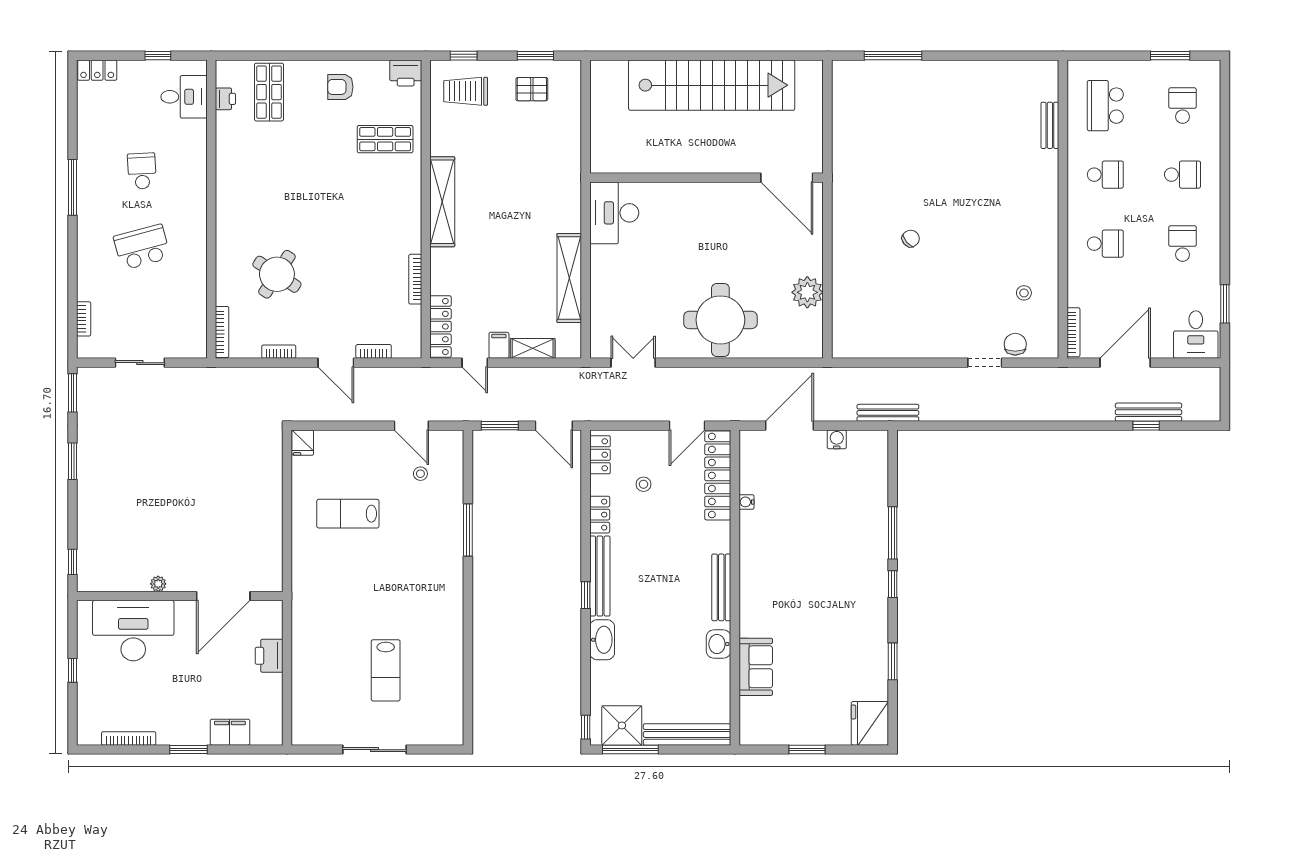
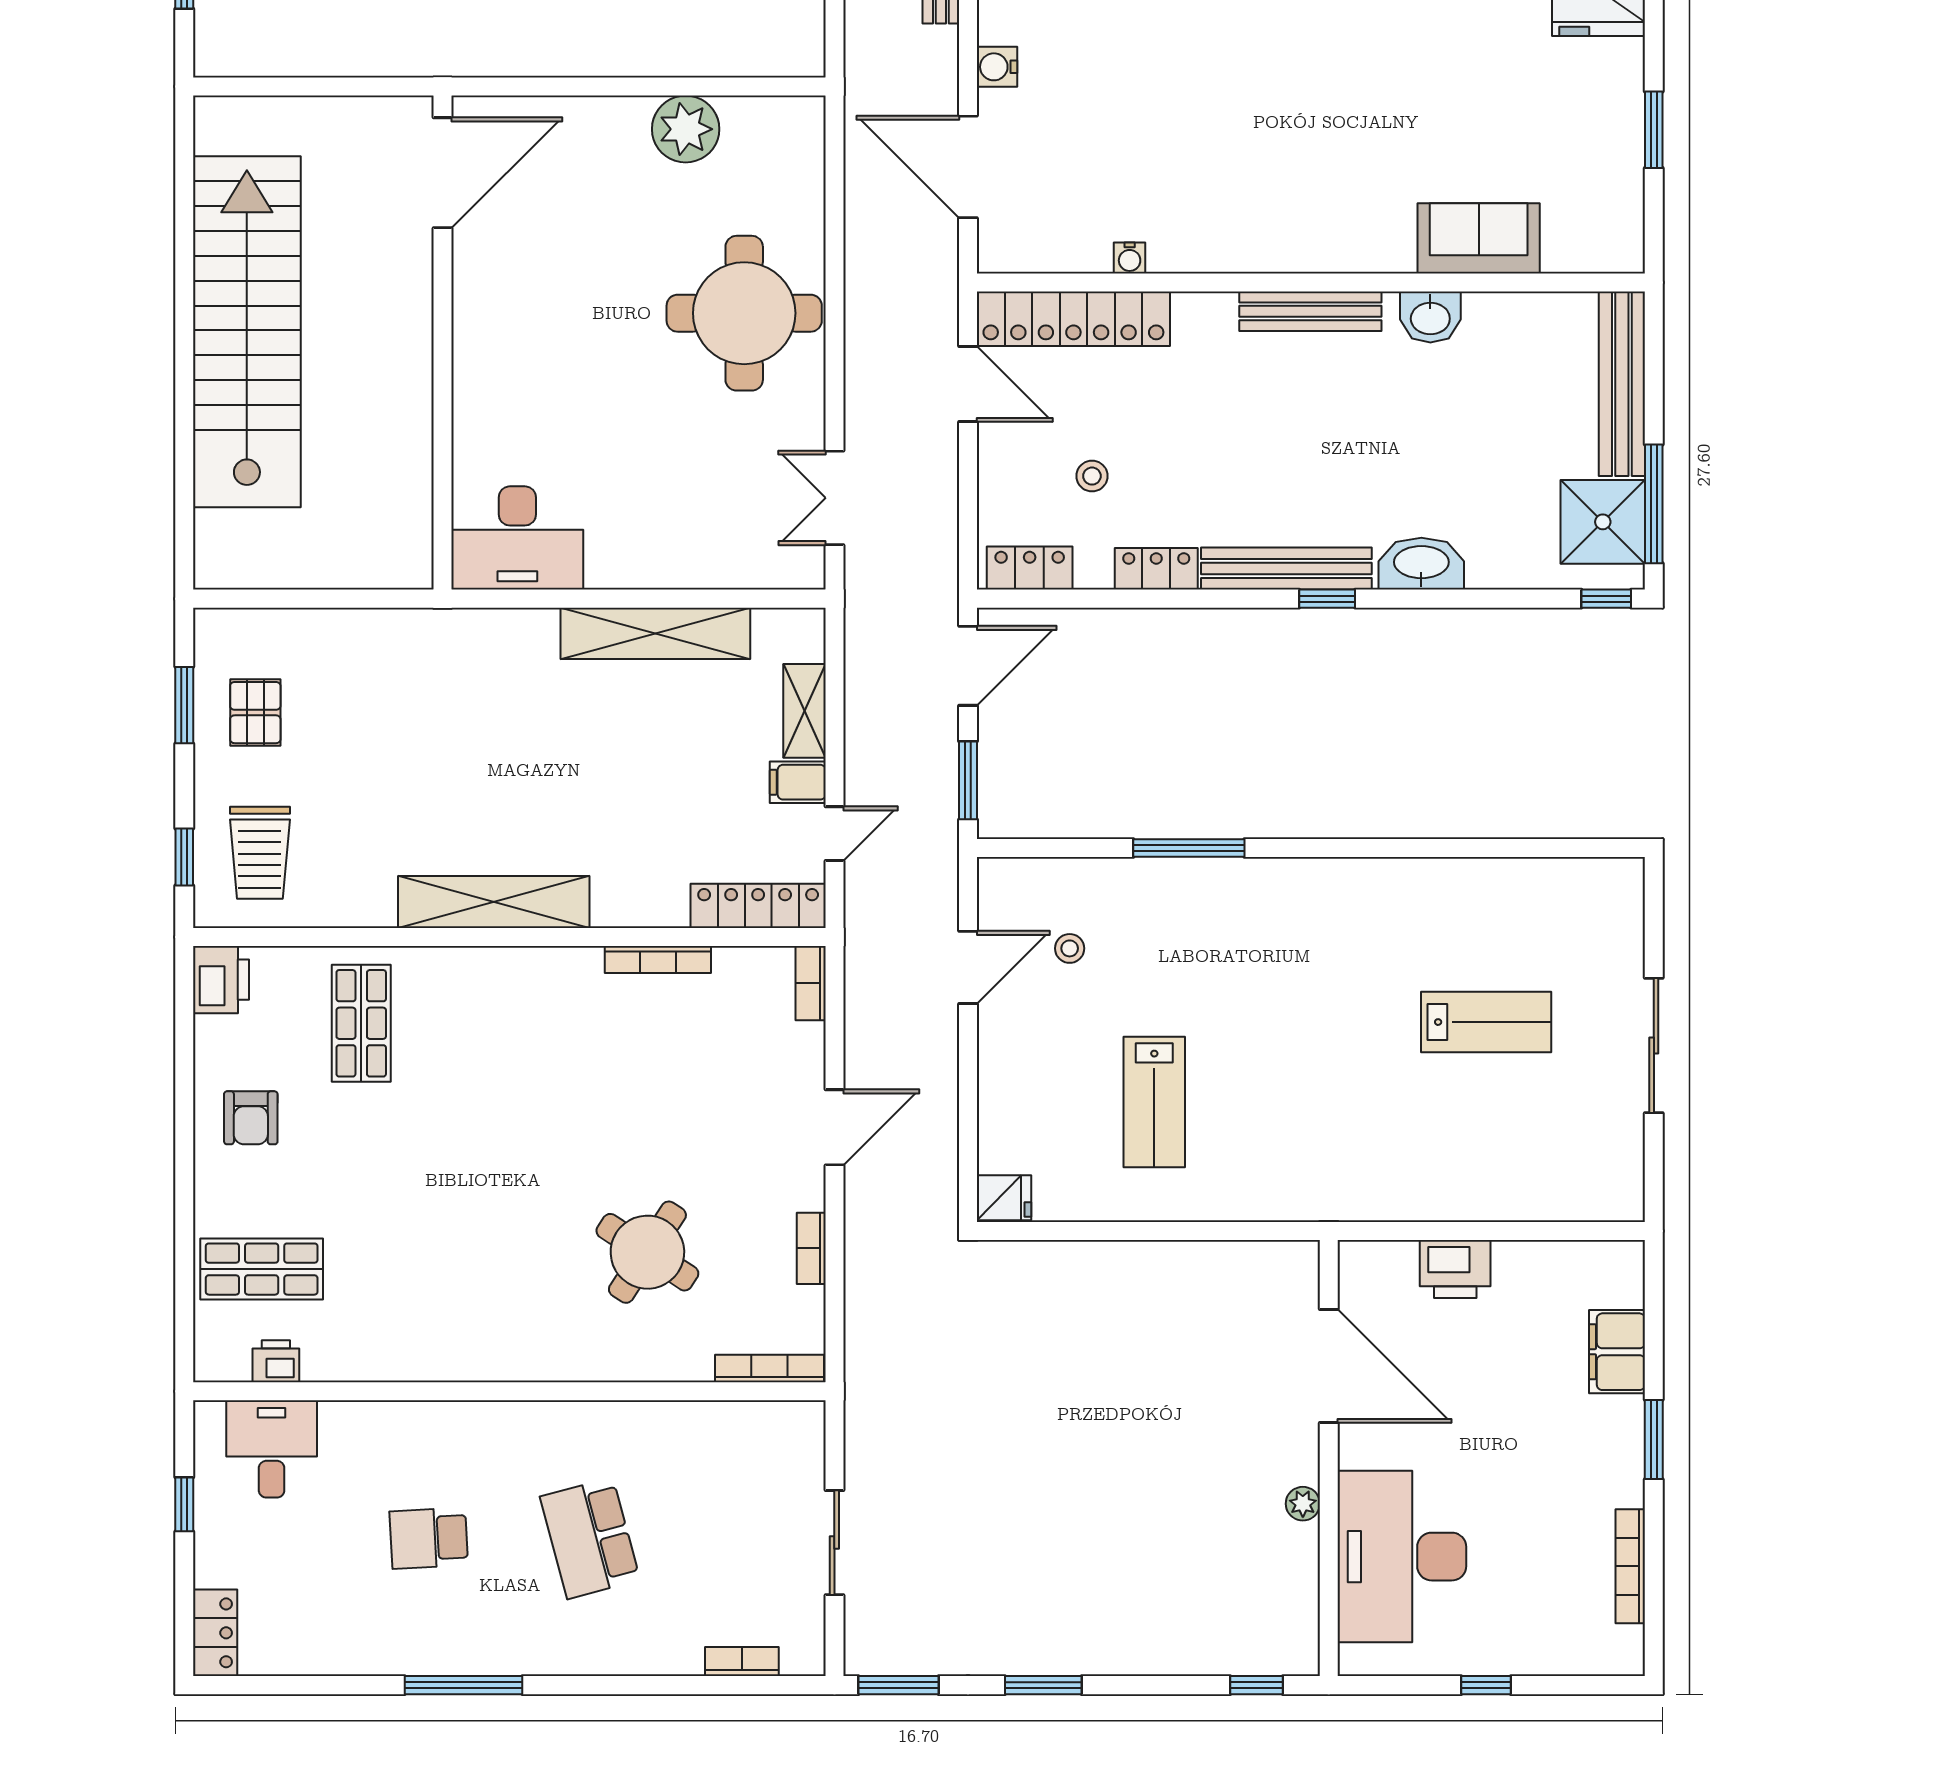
bookcase: (374, 351) -> (811, 983), moved

